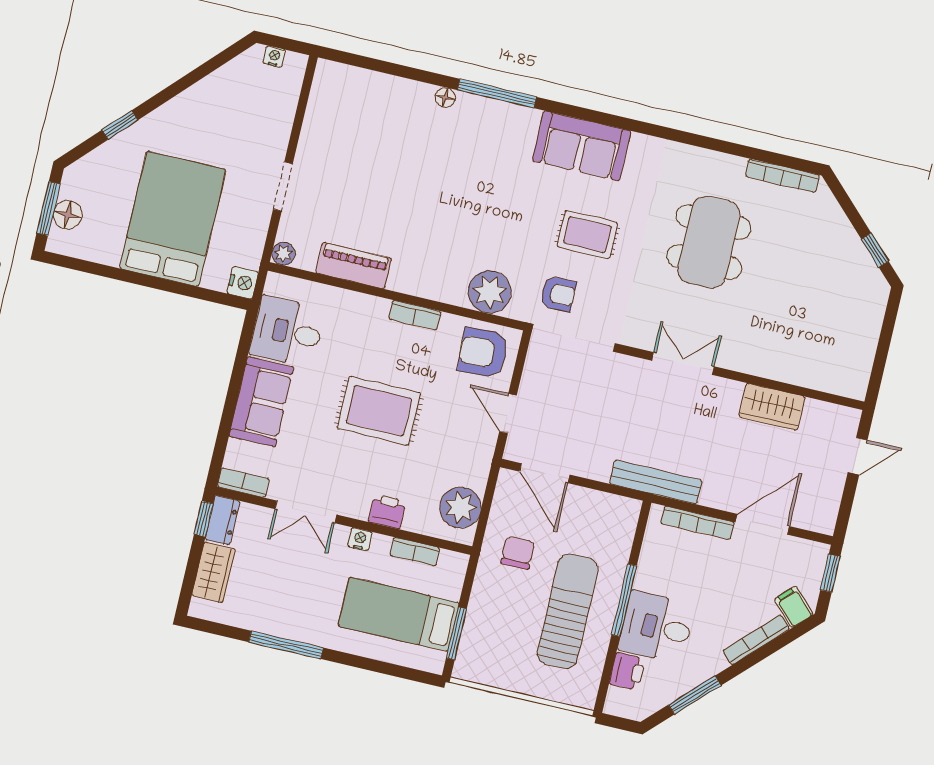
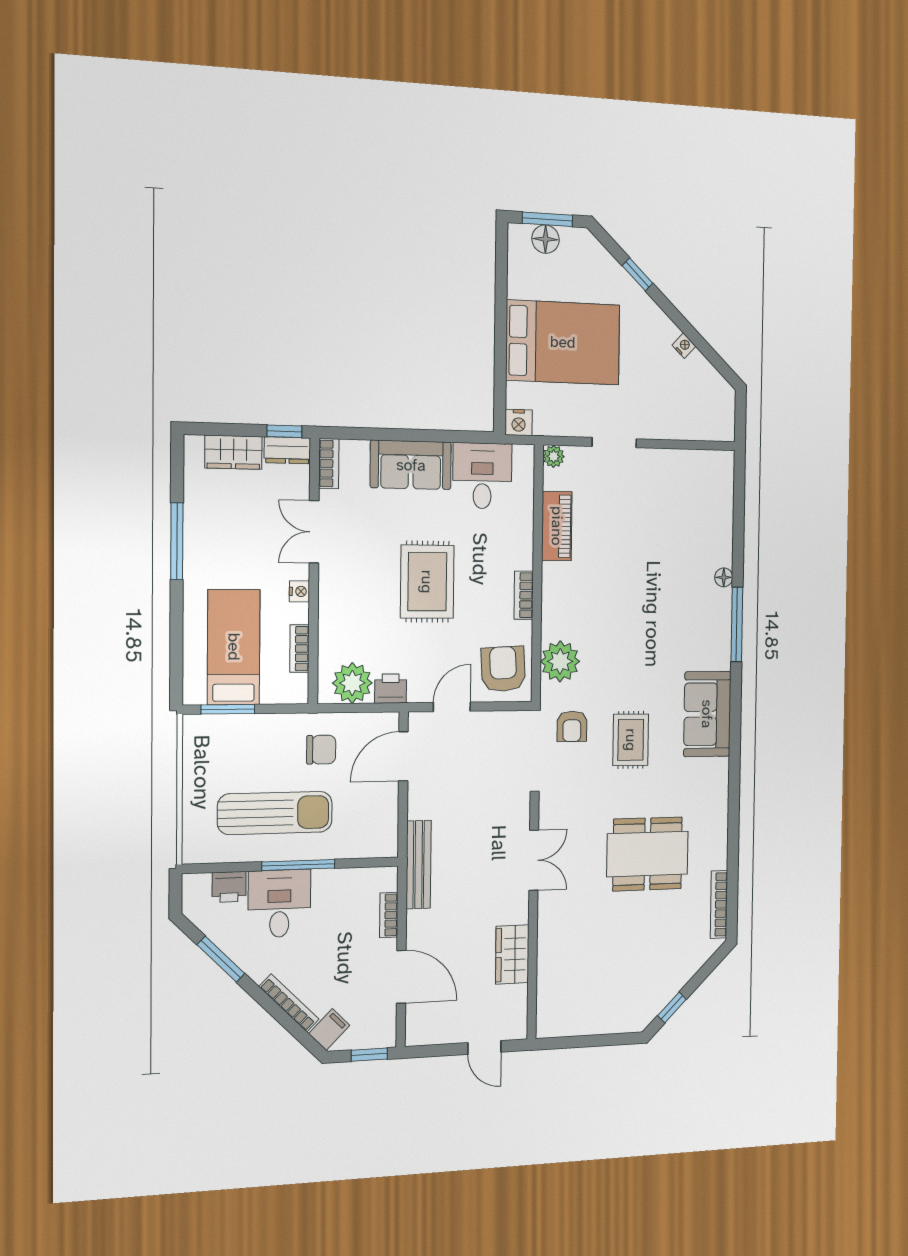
nightstand: (274, 57) -> (684, 346), moved, turned -46
printer: (387, 511) -> (391, 689), moved, turned -90
bookcase: (697, 523) -> (389, 915), width x0.64

